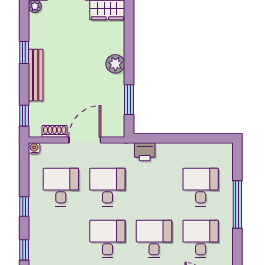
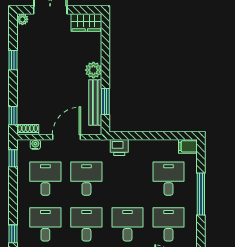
bench: (36, 75) -> (95, 102), moved
shoe rack: (55, 131) -> (28, 130), moved
water cooler: (34, 148) -> (35, 144), moved
filing cabinet: (223, 150) -> (188, 146), added
window: (24, 206) -> (13, 158), moved
desk: (61, 239) -> (45, 224), added

